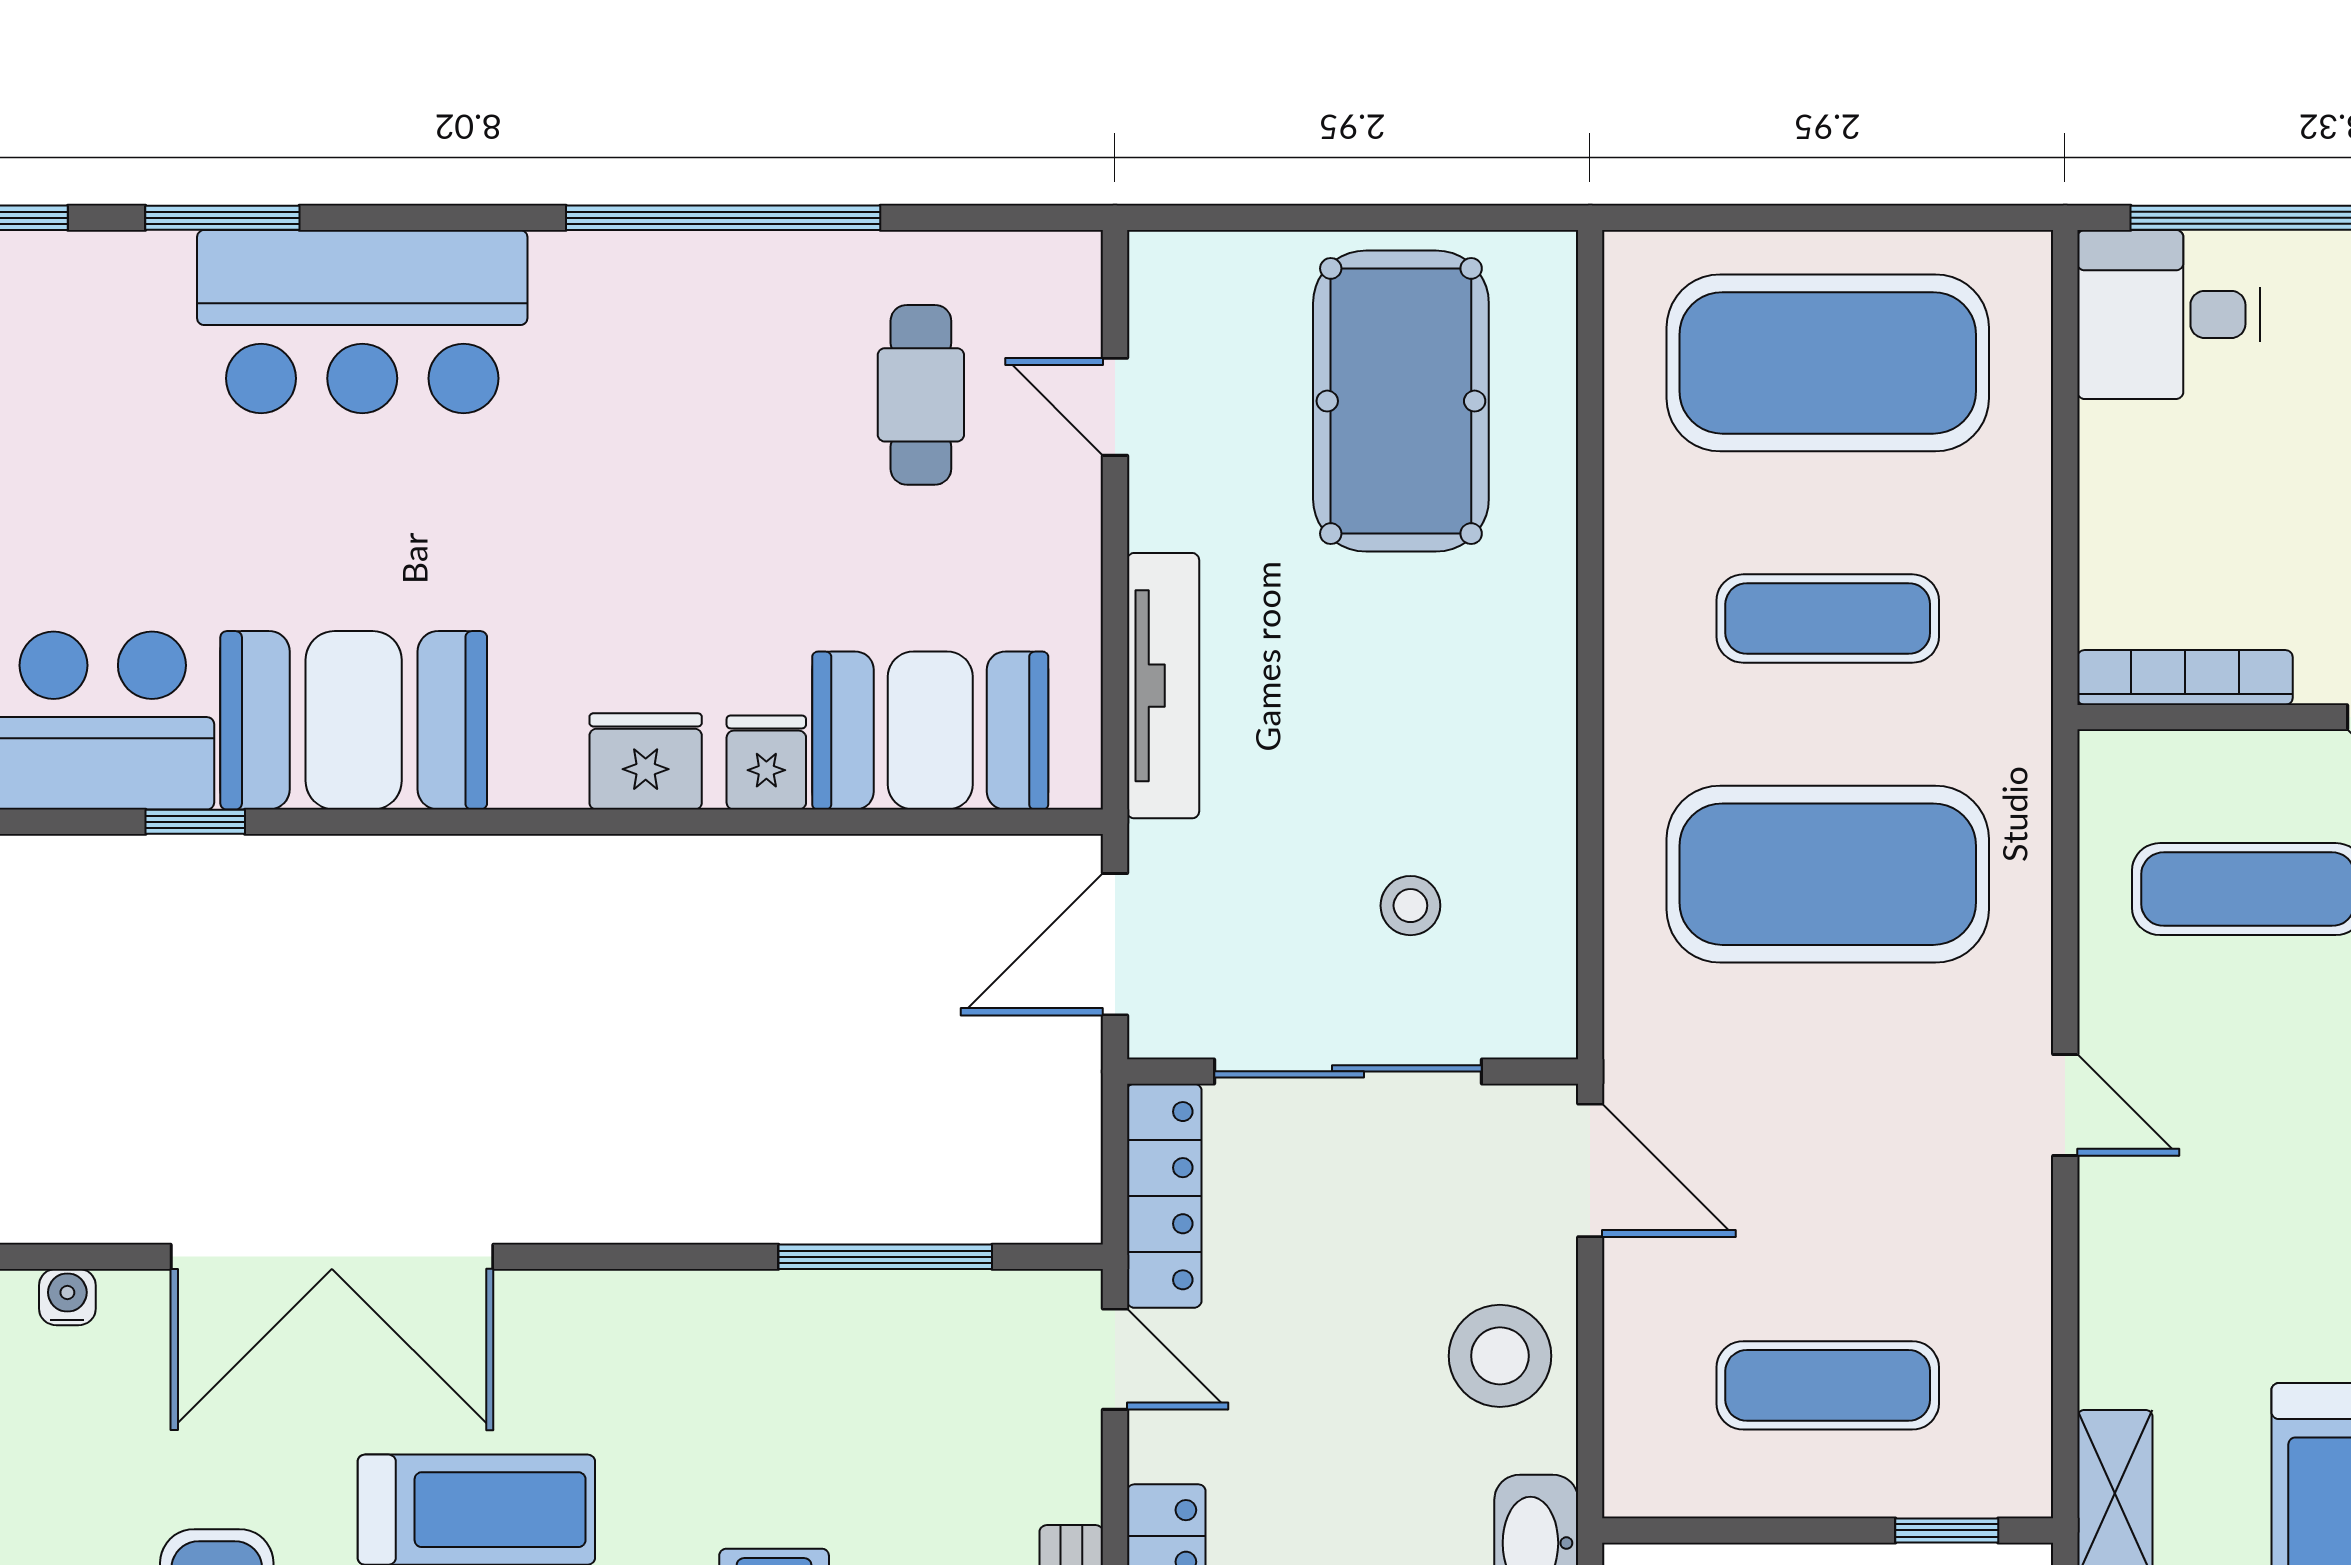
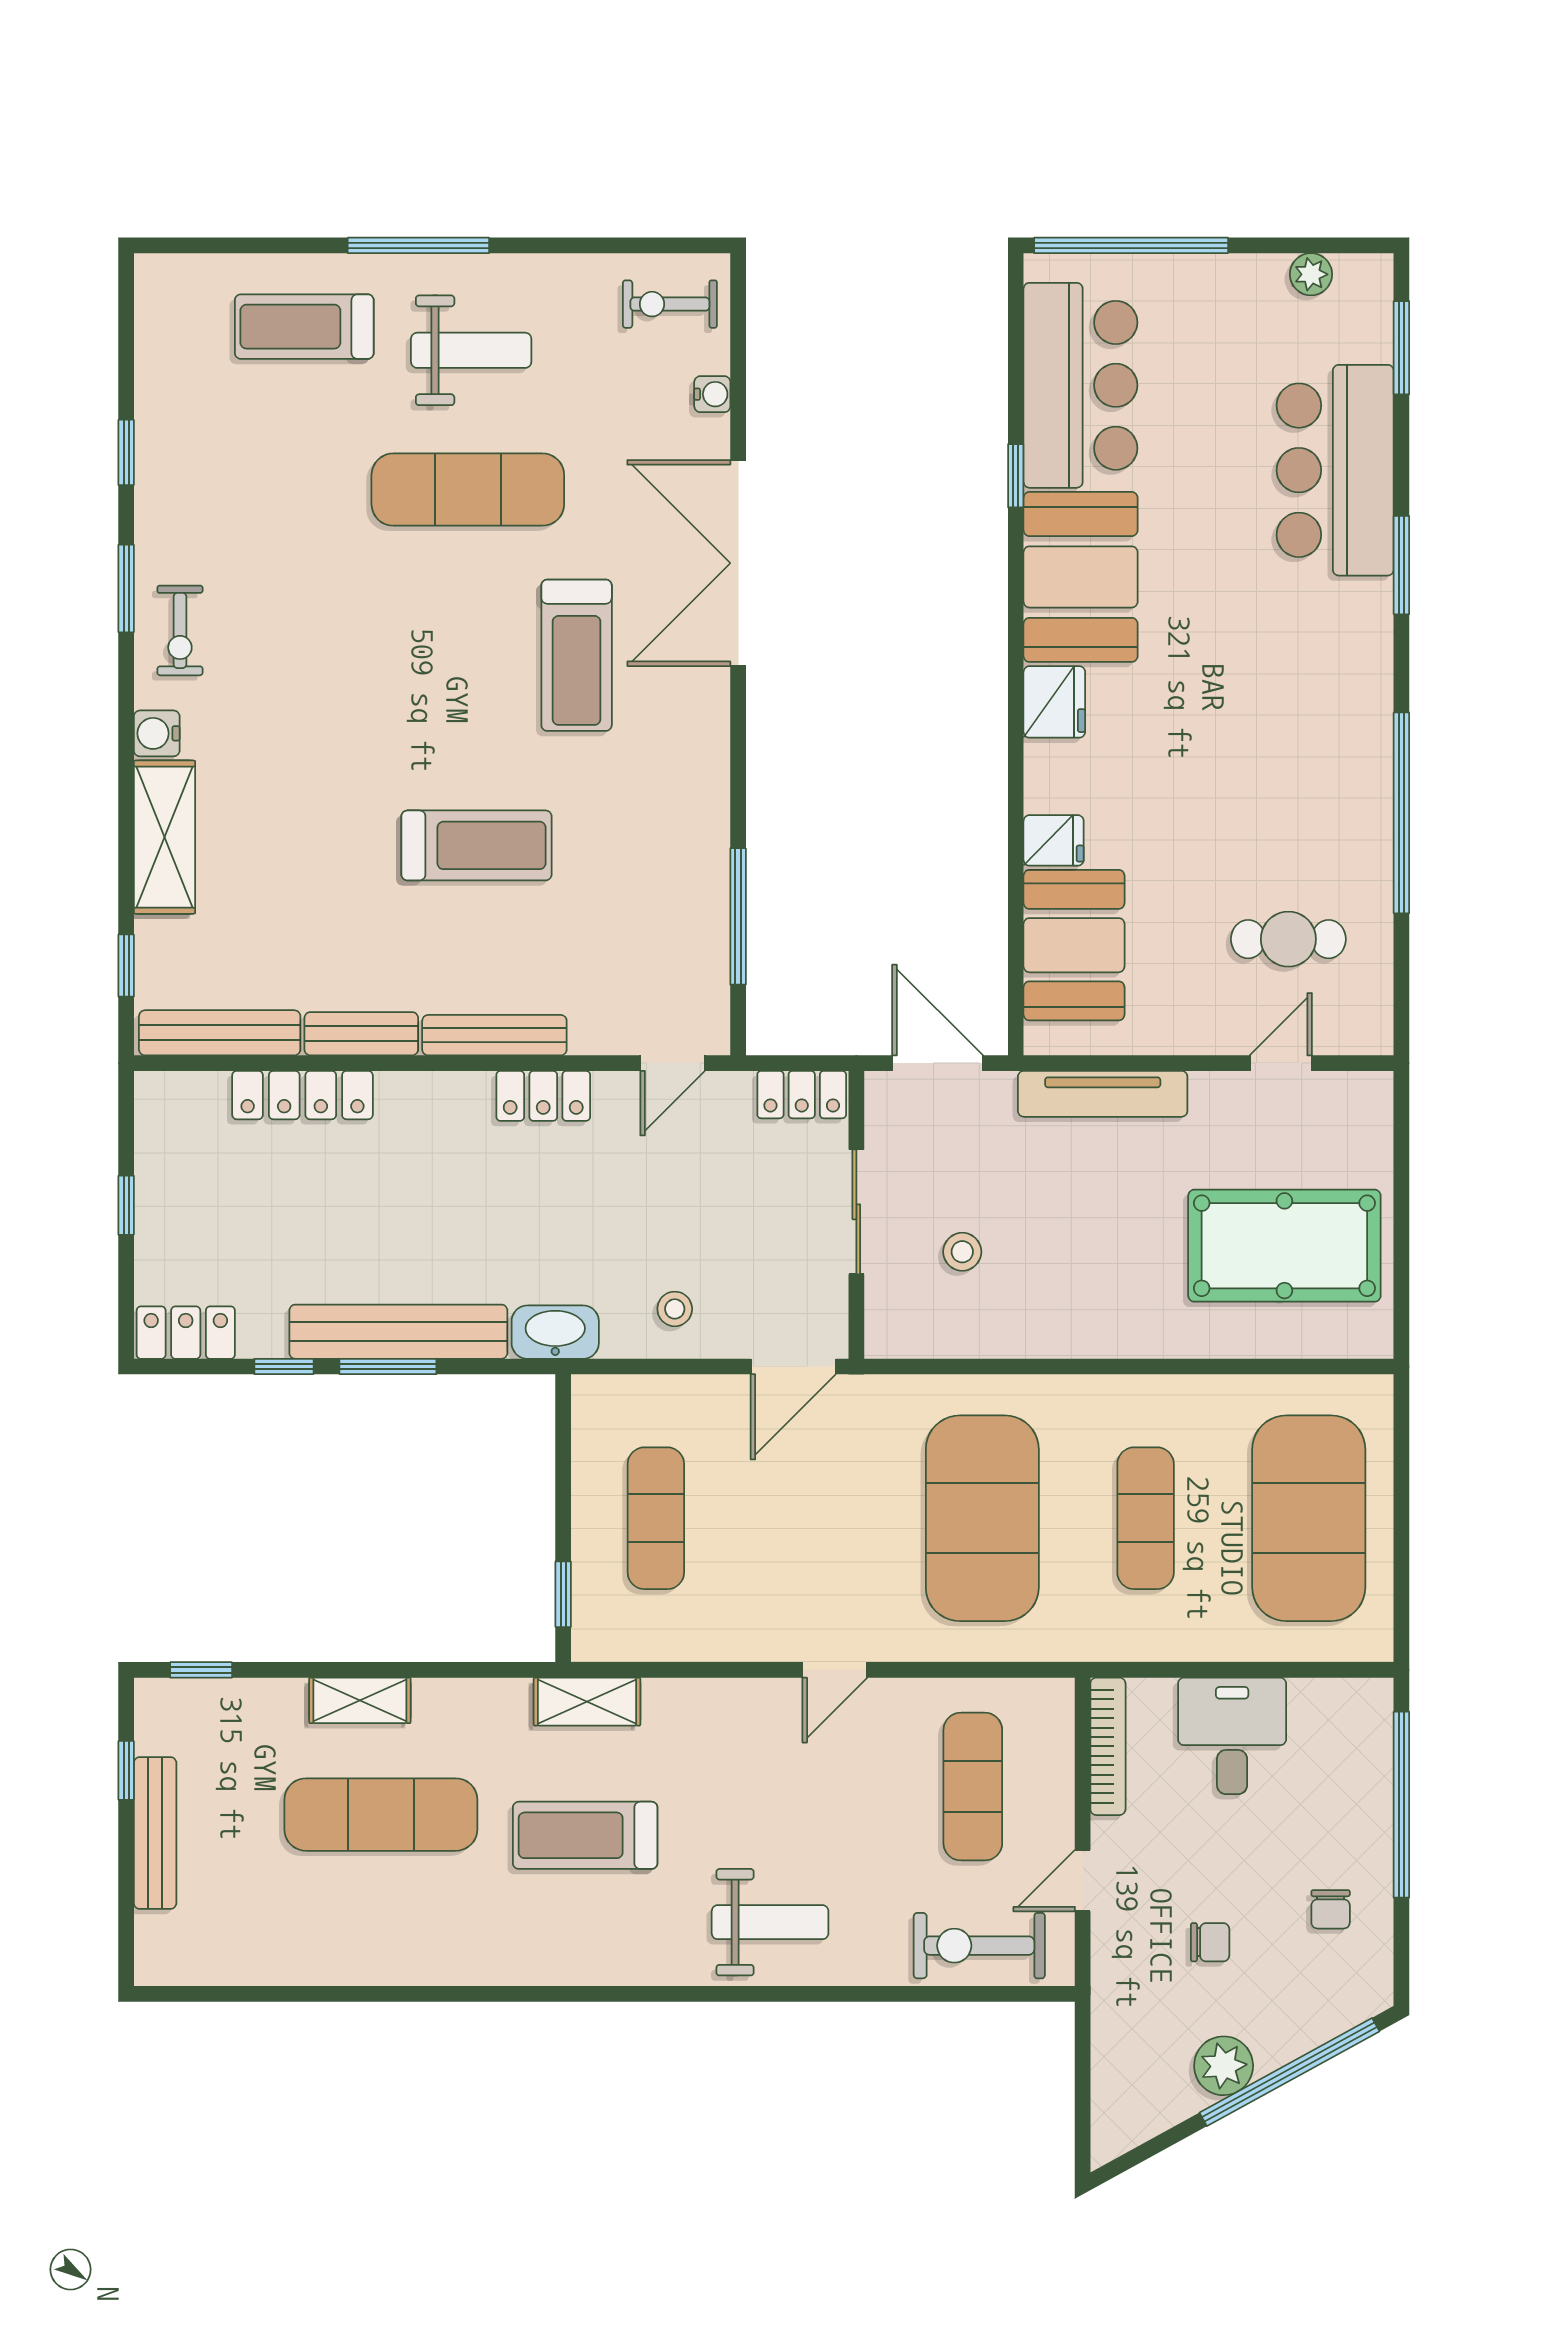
window: (222, 218) -> (1401, 565), moved
desk: (2169, 314) -> (1232, 1736), moved
bar counter: (362, 322) -> (1335, 470), moved
fridge: (646, 761) -> (1054, 702), moved
sliding door: (1348, 1071) -> (856, 1212), width x0.73
locker: (1164, 1196) -> (802, 1095), width x0.66
stool: (1500, 1356) -> (675, 1309), width x0.53, depth x0.53

